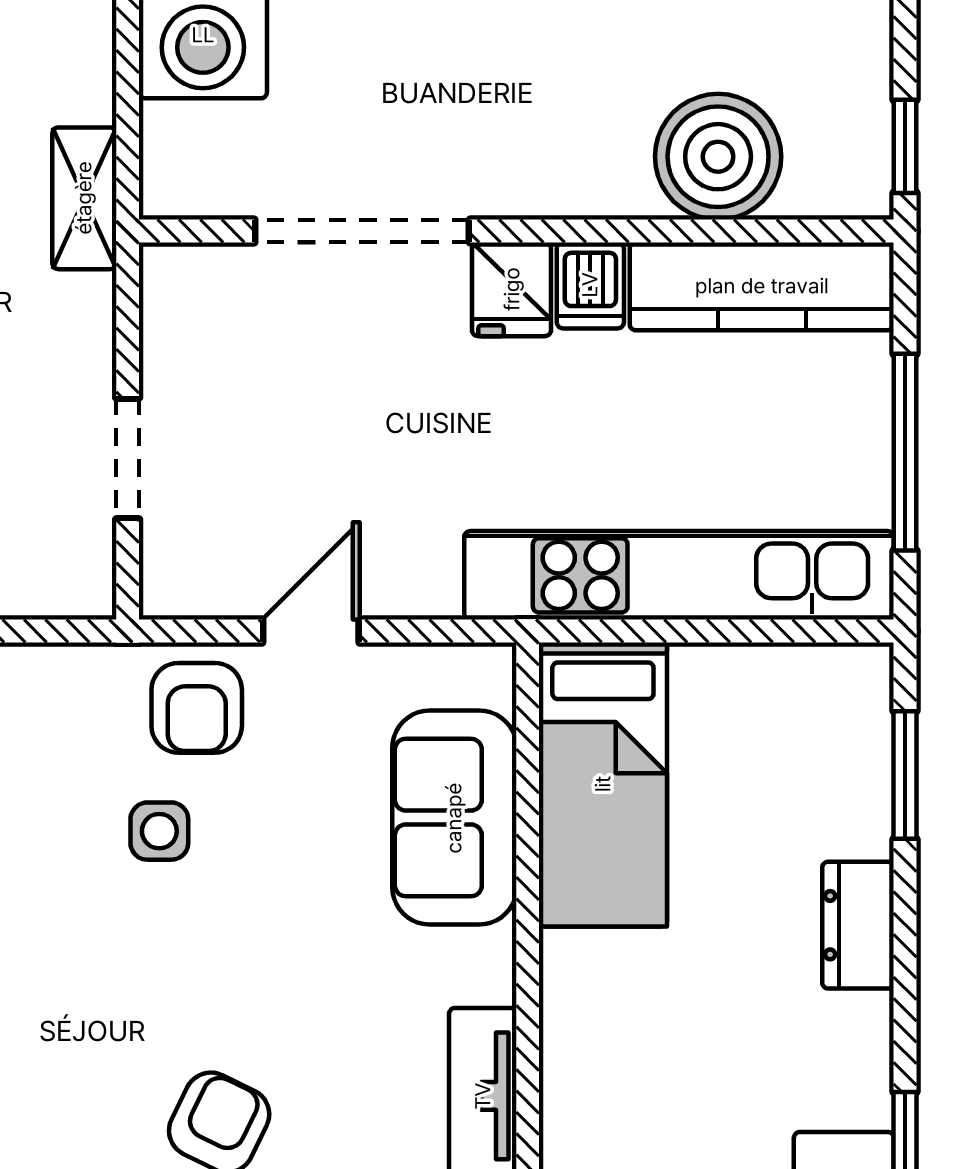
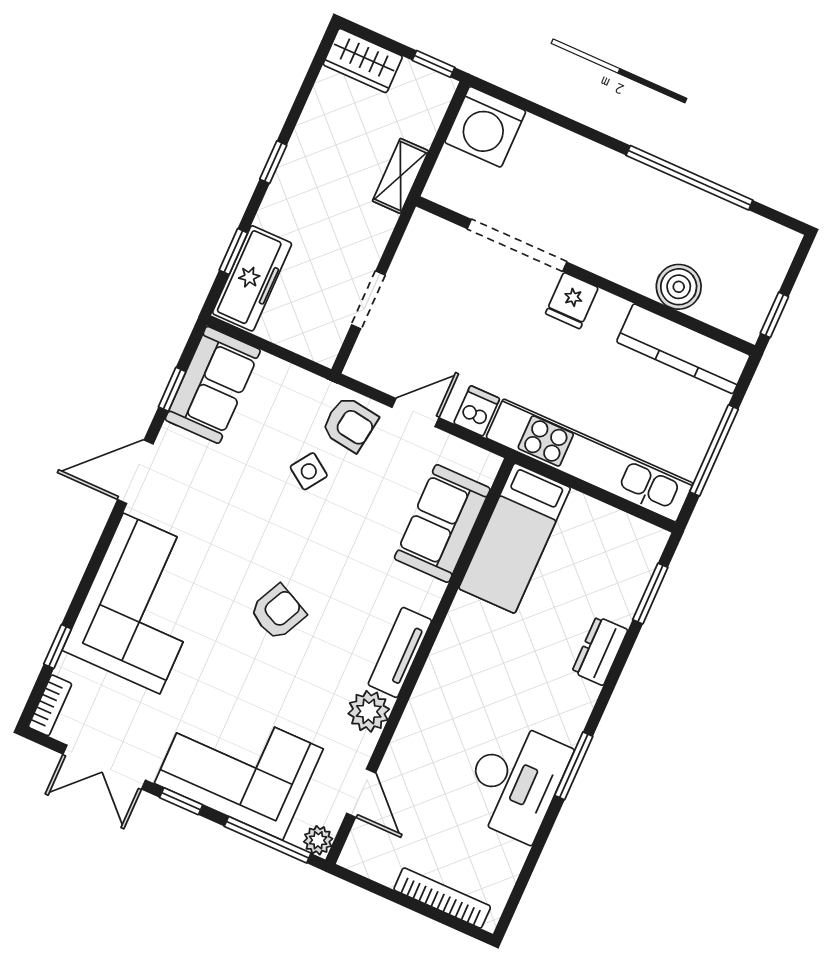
boiler: (718, 157) -> (679, 287), width x0.73, depth x0.73
dishwasher: (590, 285) -> (477, 411), moved, turned 180
armchair: (197, 708) -> (350, 424), turned -82
side table: (159, 831) -> (309, 471), turned 35

